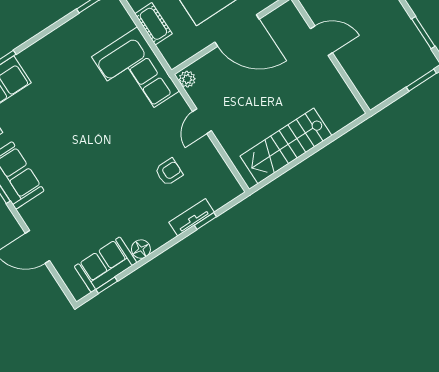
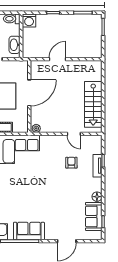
door: (202, 121) -> (74, 134), moved

